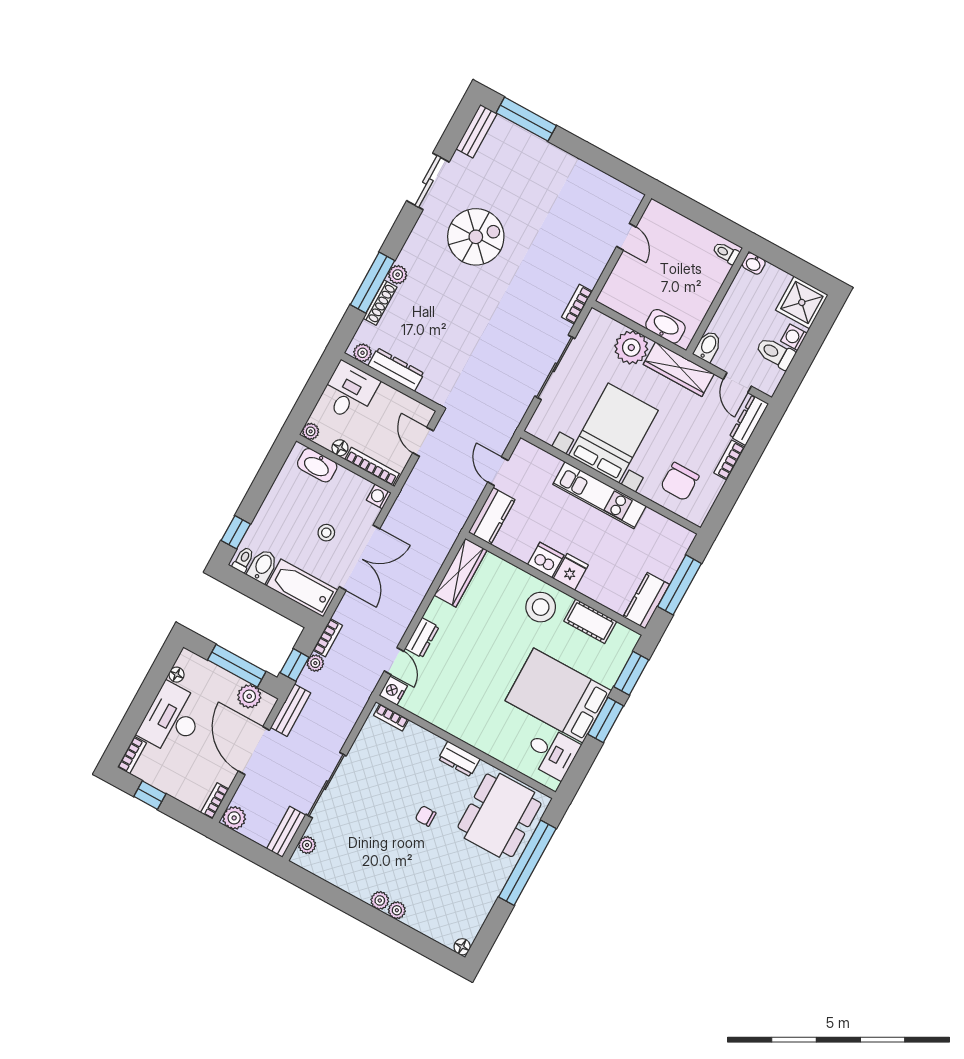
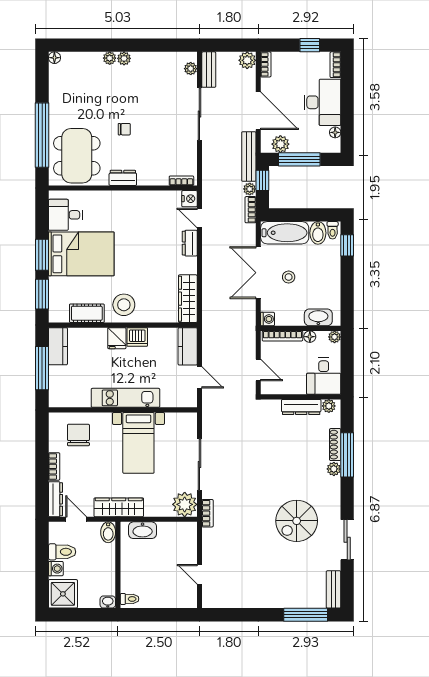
plant: (631, 348) -> (185, 504), moved
bed with nightstands: (613, 433) -> (138, 443), width x0.73
bench: (291, 710) -> (249, 157), width x1.36

